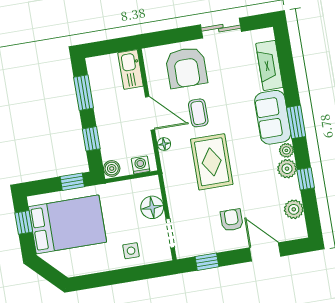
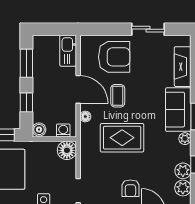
armchair: (186, 68) -> (114, 57), turned -90
rug: (212, 162) -> (122, 138), turned 90
plant: (287, 169) -> (183, 171), moved
floor lamp: (152, 207) -> (67, 150), moved
armchair: (232, 220) -> (130, 188), turned 180

